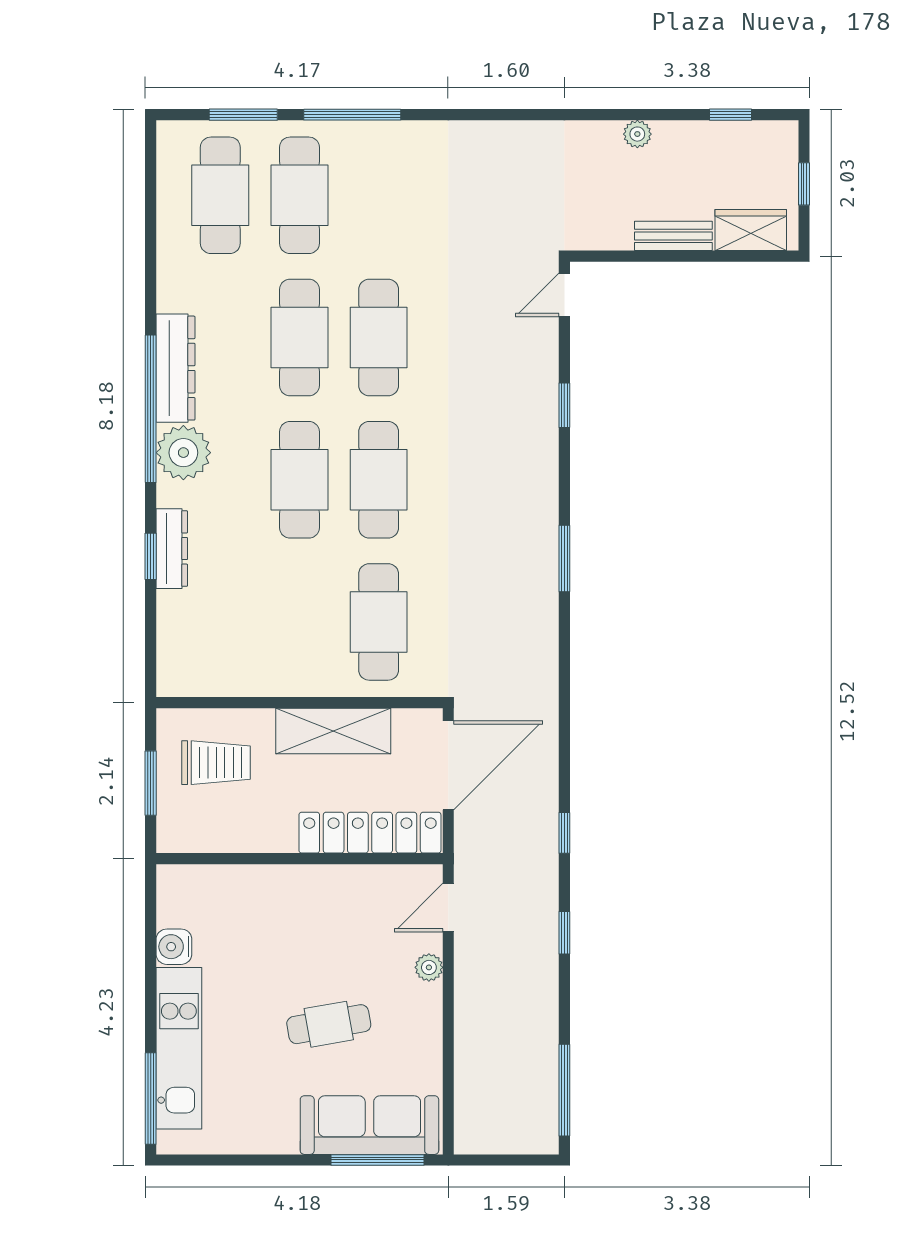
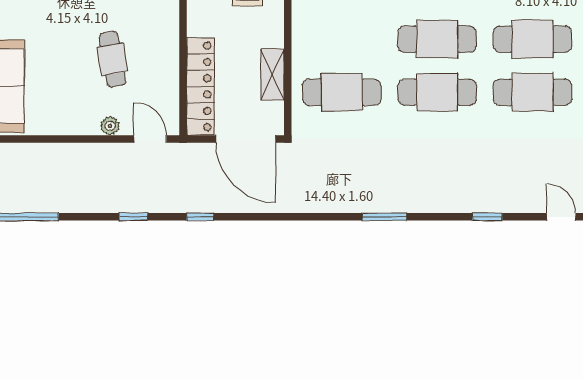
shelving: (333, 731) -> (272, 75), width x0.67, depth x0.75
cafe table: (329, 1024) -> (112, 59), moved

